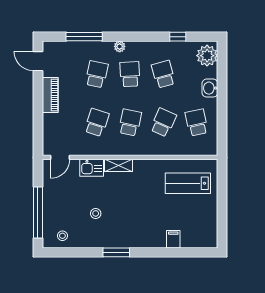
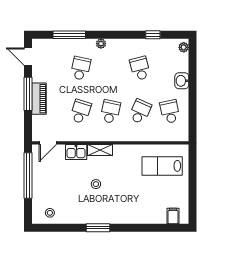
plant: (207, 56) -> (184, 47), width x0.53, depth x0.53
school desk: (130, 74) -> (110, 68), removed
piano: (50, 95) -> (39, 99), moved
window: (38, 103) -> (28, 94), added
window: (38, 212) -> (28, 175), moved
stool: (96, 213) -> (96, 184), moved
filing cabinet: (173, 239) -> (173, 216), moved

